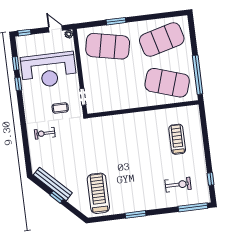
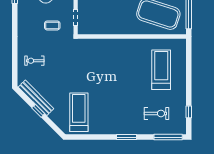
exercise bike: (45, 133) -> (34, 61), moved
treadmill: (177, 139) -> (161, 70), width x1.37, depth x1.38
window: (136, 214) -> (126, 137), moved

